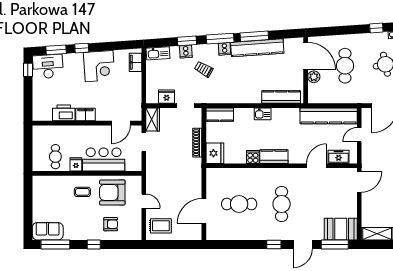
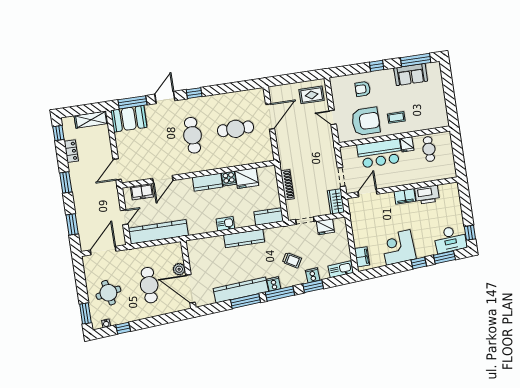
kitchen counter: (281, 97) -> (244, 238), moved
fridge: (215, 153) -> (247, 178), moved, turned -90
sofa: (48, 231) -> (411, 75), moved

